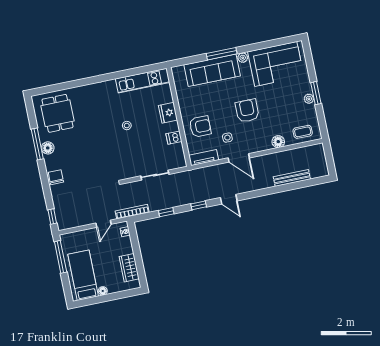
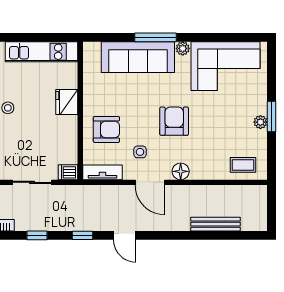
dishwasher: (174, 138) -> (68, 172), moved
floor lamp: (278, 142) -> (181, 171), moved

